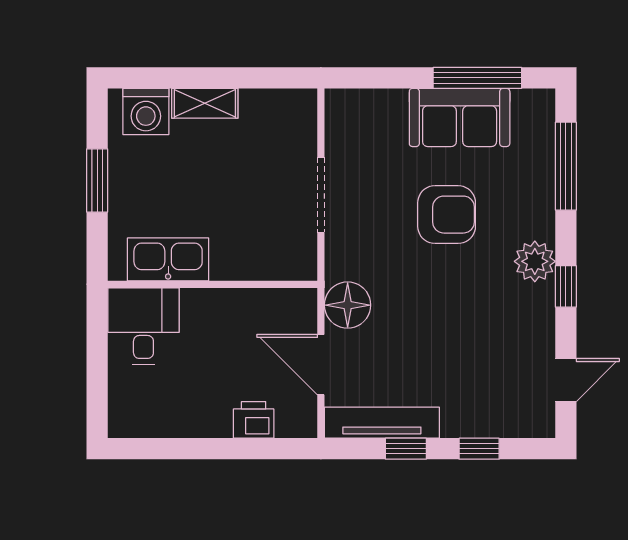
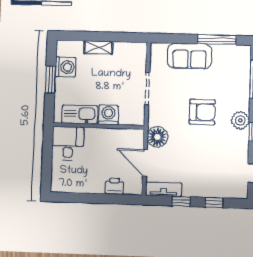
washing machine: (146, 111) -> (65, 67), moved, turned -90
sofa: (460, 117) -> (189, 56), moved
armchair: (447, 215) -> (202, 112), moved
washing machine: (234, 258) -> (108, 115), added
tv unit: (382, 423) -> (164, 189), width x0.71

